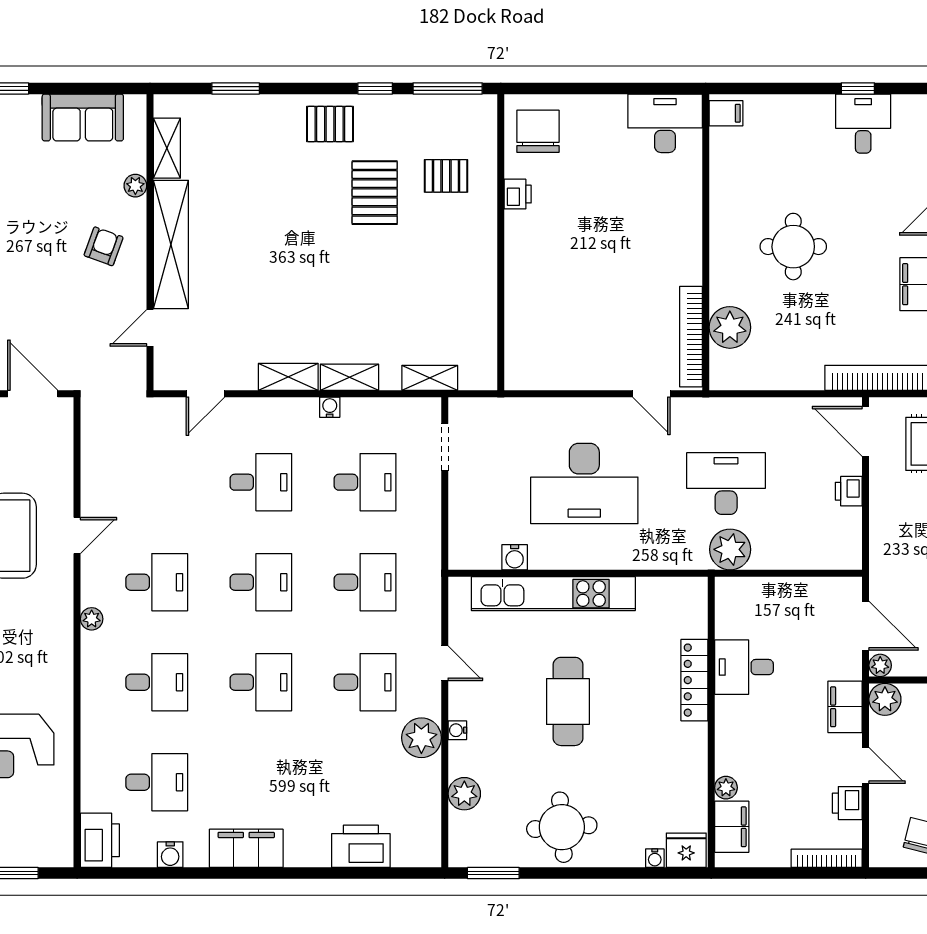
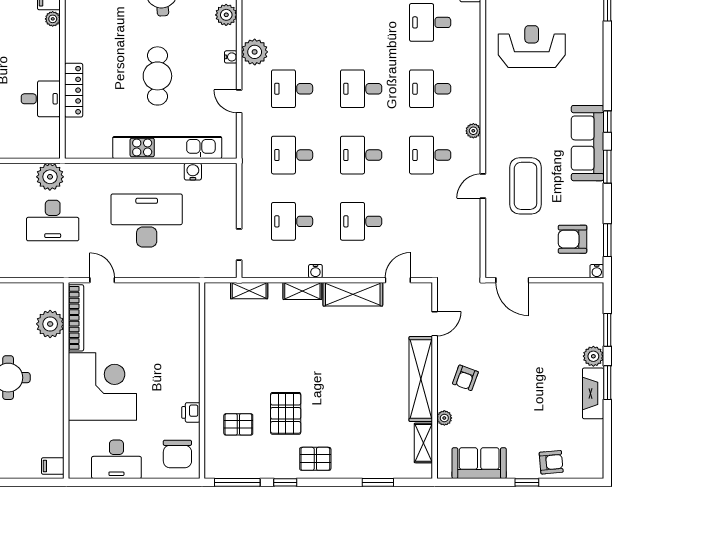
desk: (665, 123) -> (116, 459), moved
corner desk: (651, 233) -> (102, 387), added
shelving: (288, 377) -> (353, 294), width x1.50, depth x1.33

